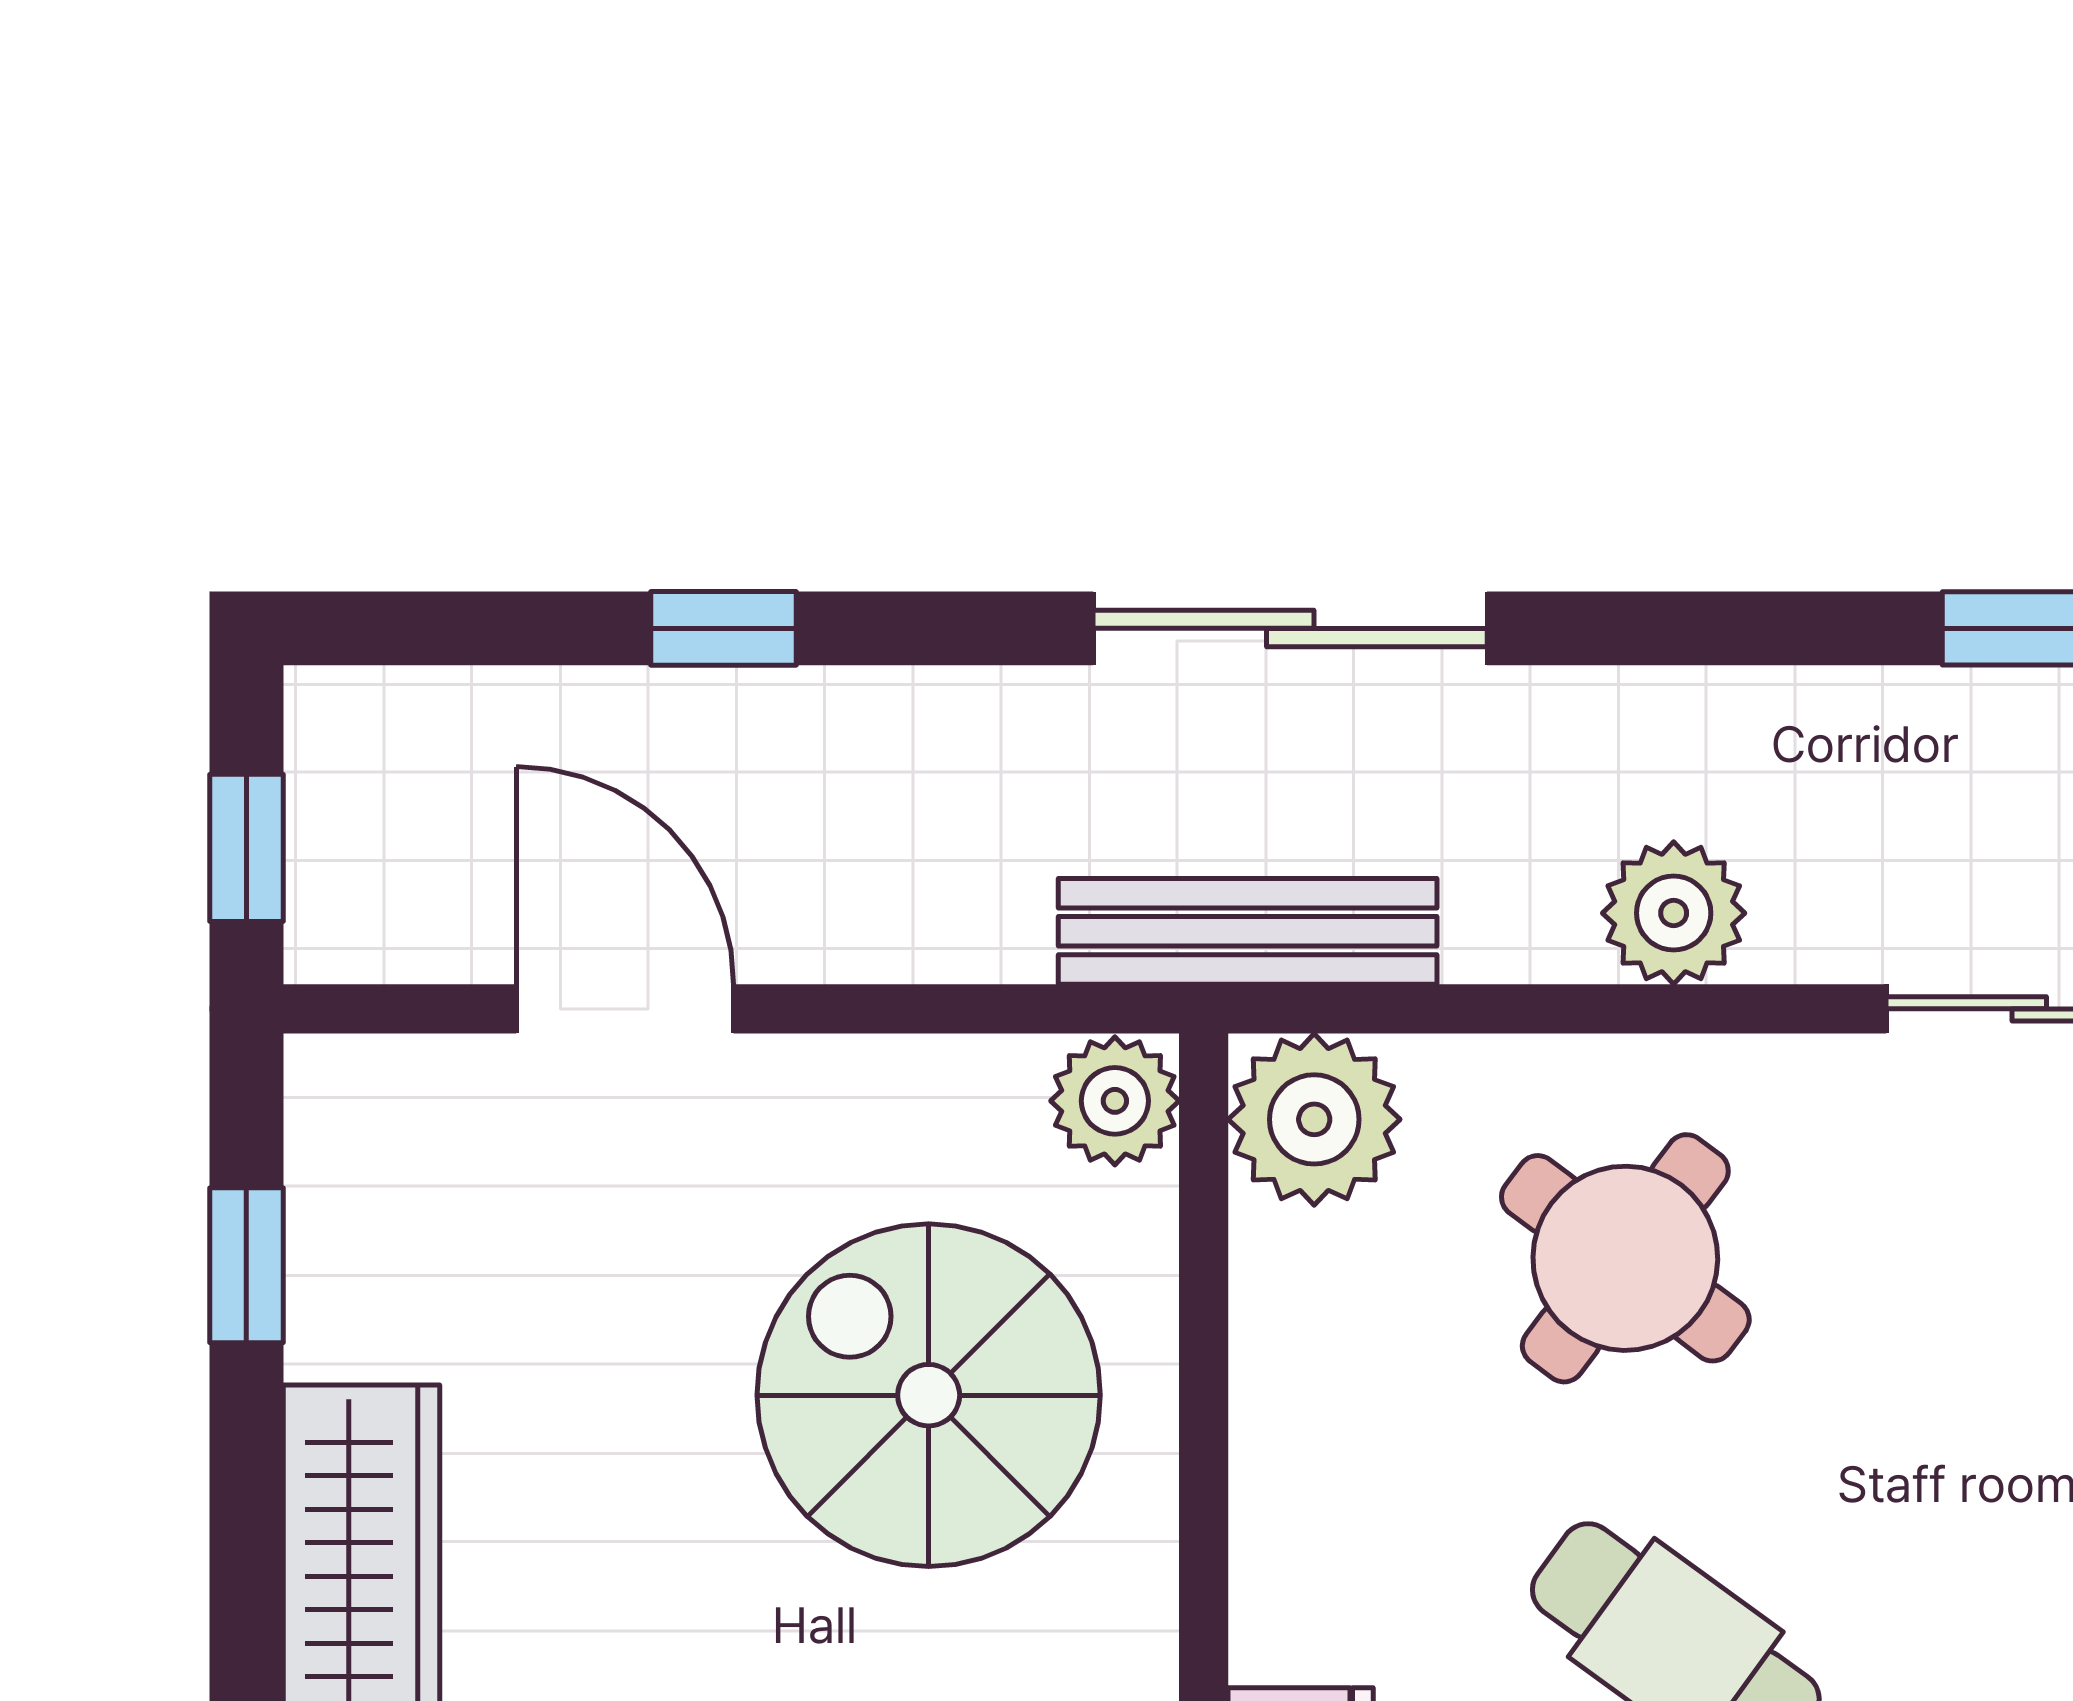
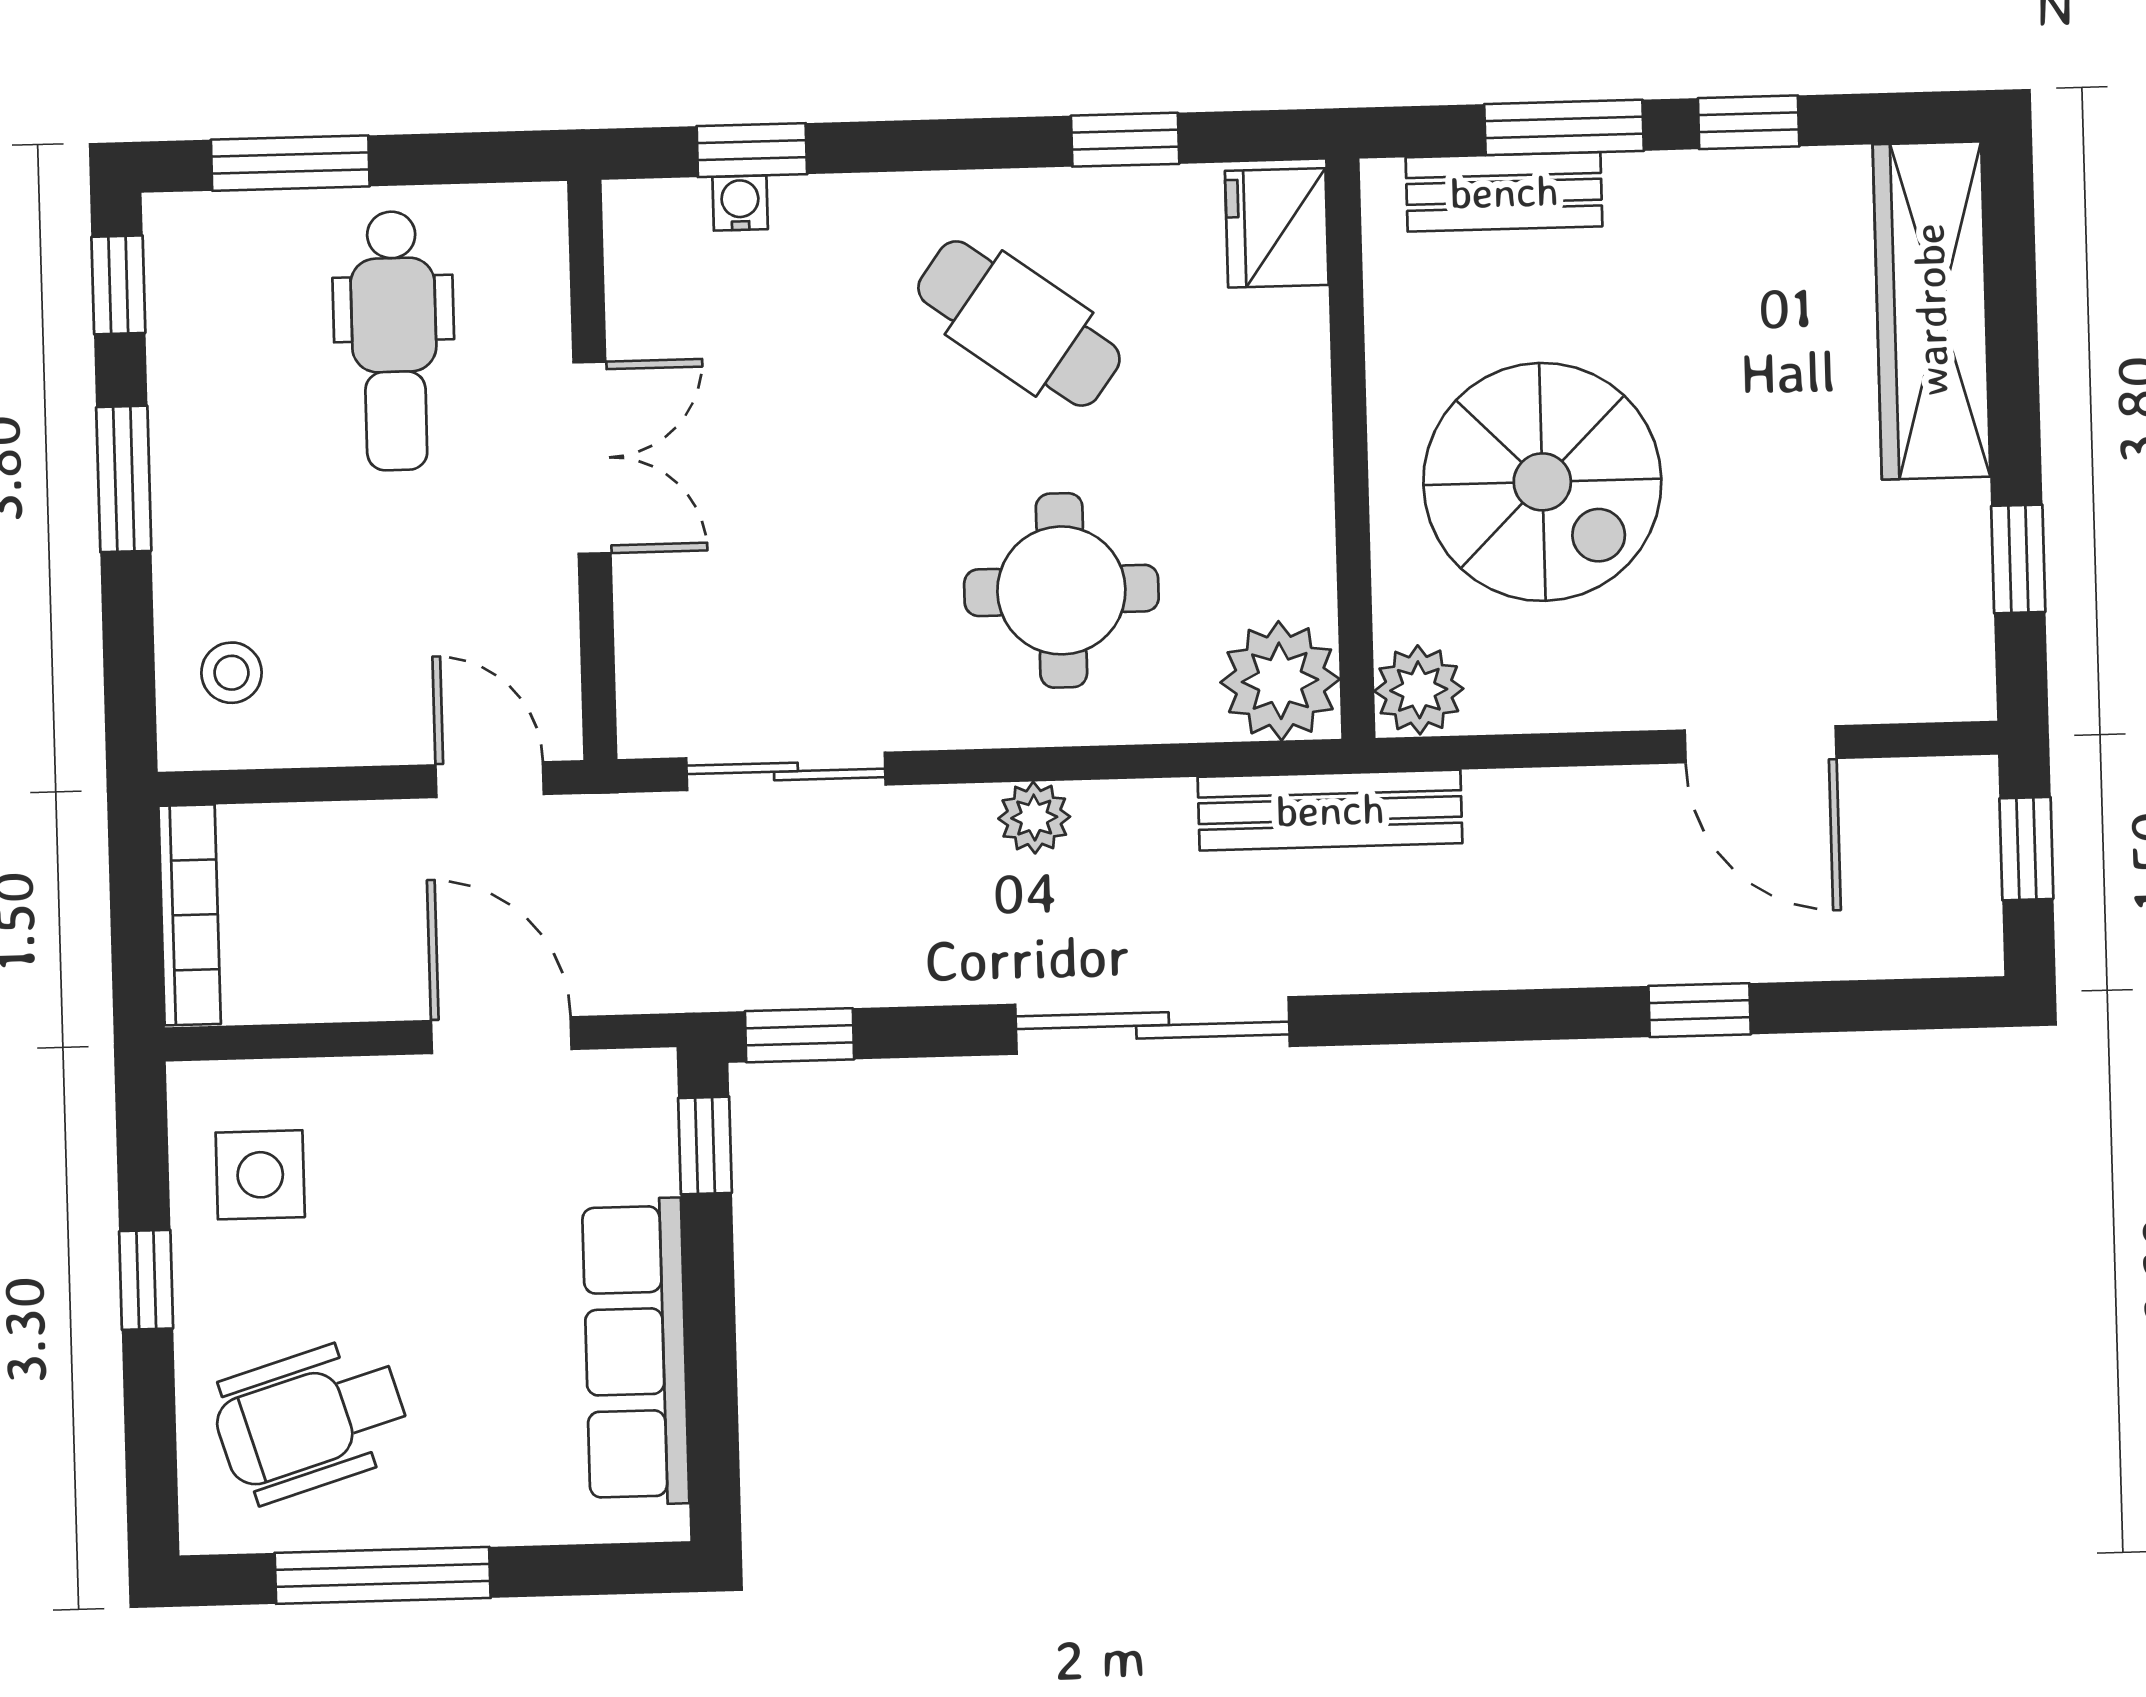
sliding door: (1290, 628) -> (1153, 1025), moved
plant: (1674, 913) -> (1034, 818), width x0.73, depth x0.73
round table: (1625, 1258) -> (1061, 590), turned -37

